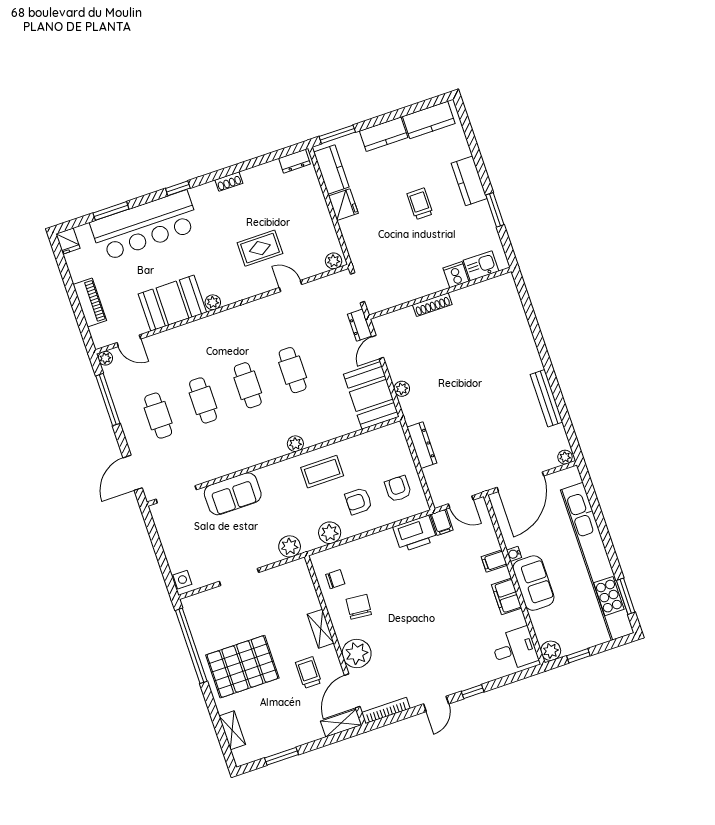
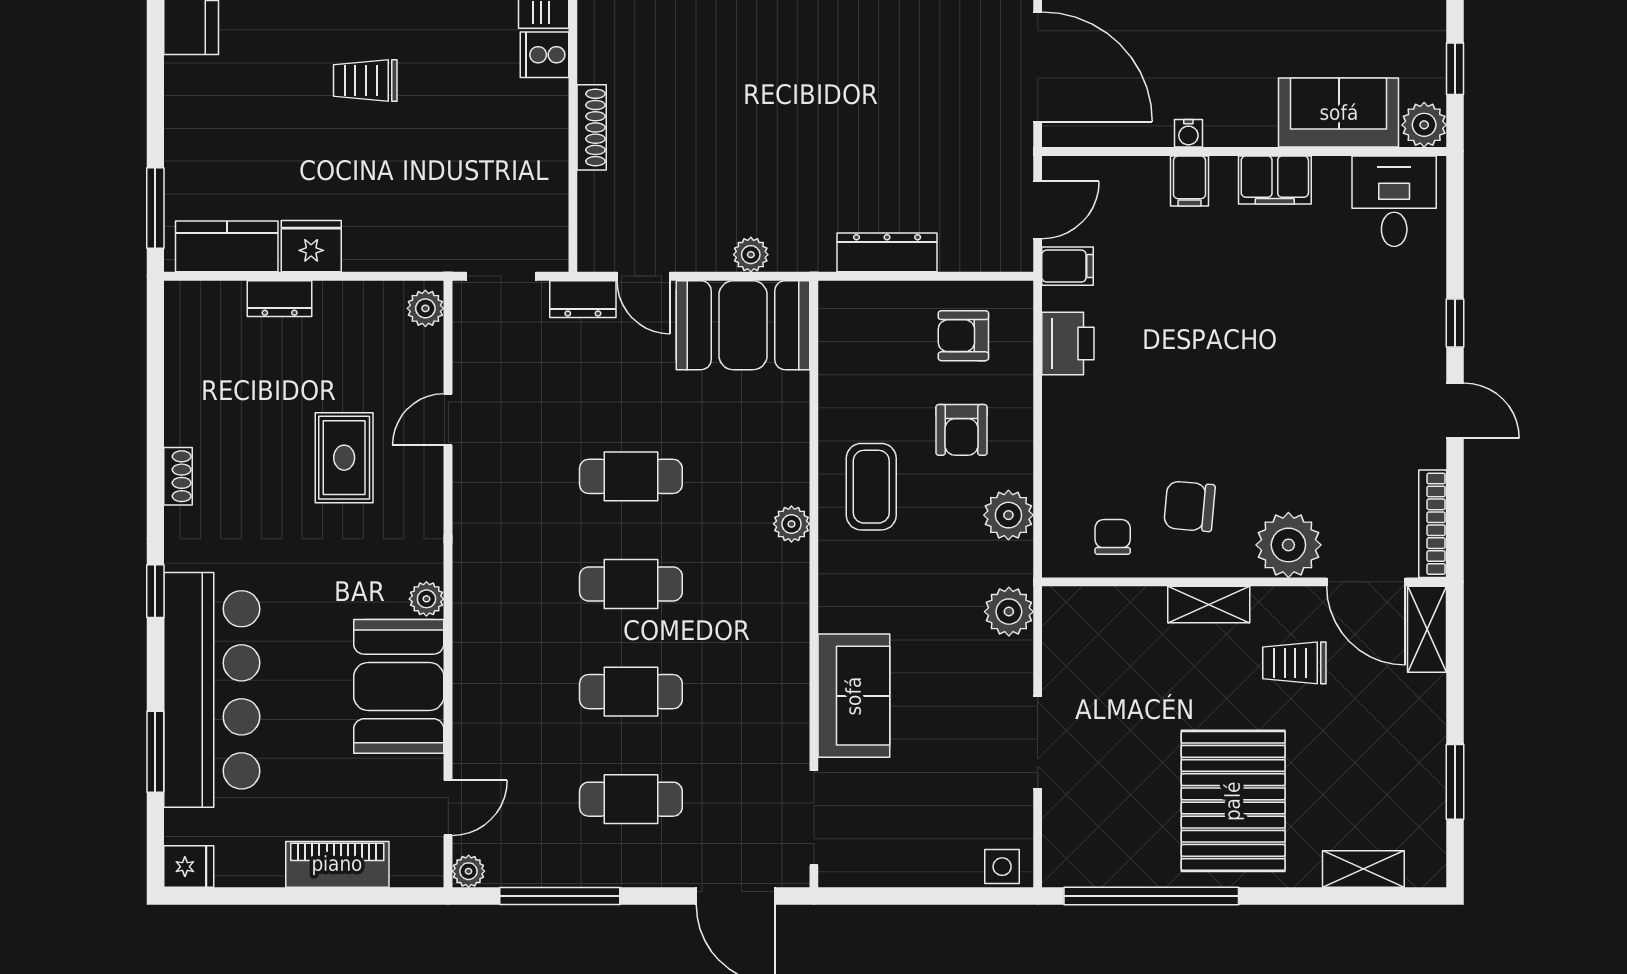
kitchen counter: (384, 134) -> (189, 108), removed
dresser: (294, 161) -> (280, 299), moved, turned 90
printer: (415, 534) -> (1068, 344), width x0.73, depth x0.84
sofa: (533, 583) -> (1339, 113), moved

